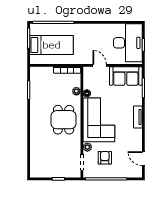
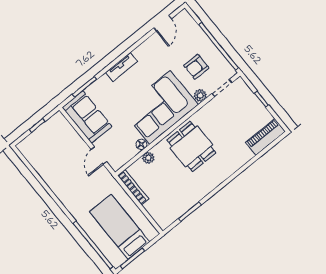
desk: (128, 43) -> (49, 144), removed
dining table: (64, 120) -> (191, 146), turned 90
piano: (36, 164) -> (265, 137), added

